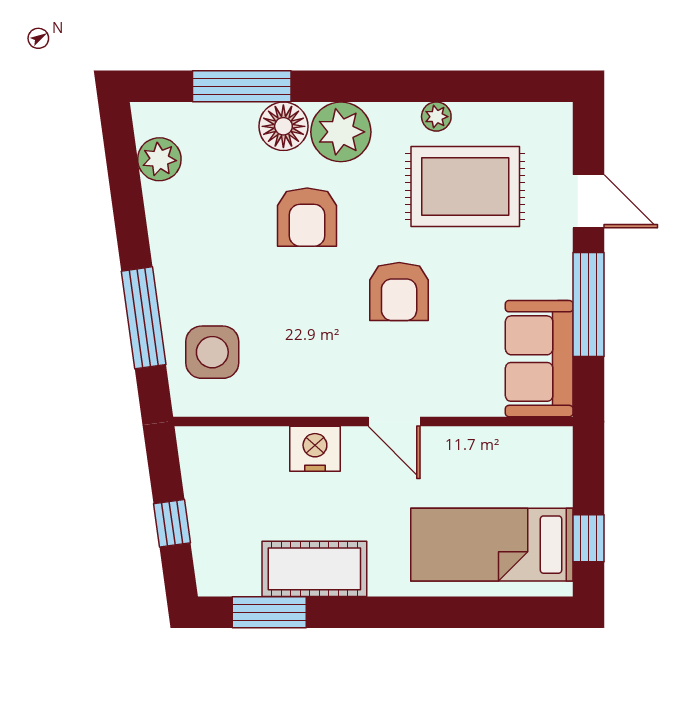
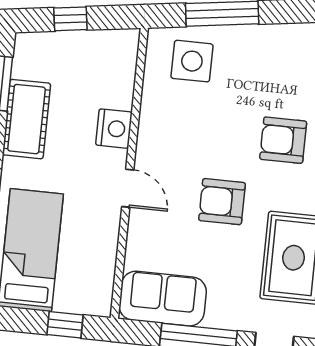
door: (394, 422) -> (128, 188), swing flipped
window: (588, 538) -> (65, 325), moved

